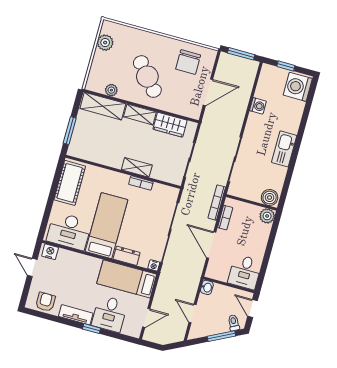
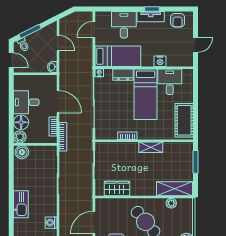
shelving: (140, 114) -> (143, 190), removed
kitchen sink: (284, 149) -> (21, 204), moved
shelving: (137, 167) -> (151, 147), moved
desk: (69, 231) -> (170, 82), width x0.73
floor lamp: (261, 233) -> (21, 122), added
nightstand: (50, 252) -> (160, 61), moved
door: (32, 267) -> (196, 45), hinge flipped
desk: (245, 272) -> (26, 102), moved, turned -90
window: (92, 329) -> (152, 9), moved

